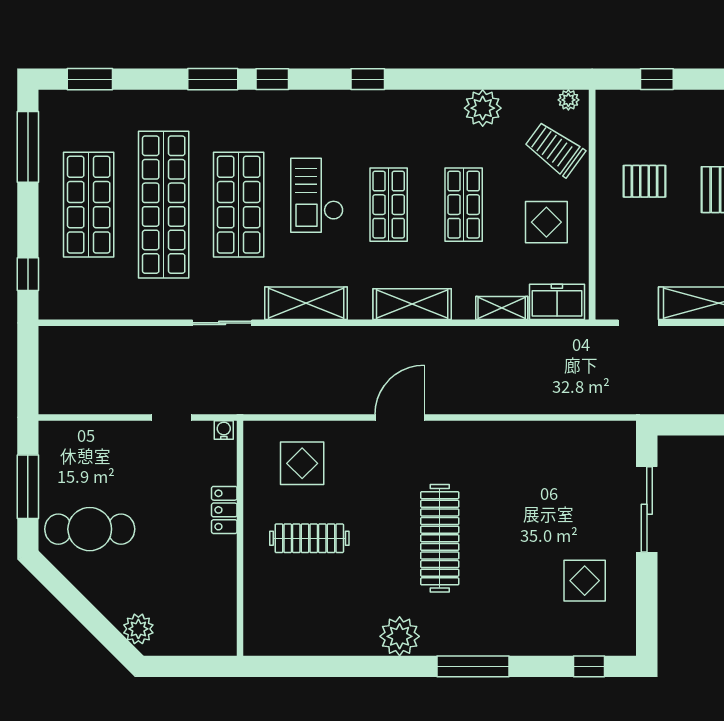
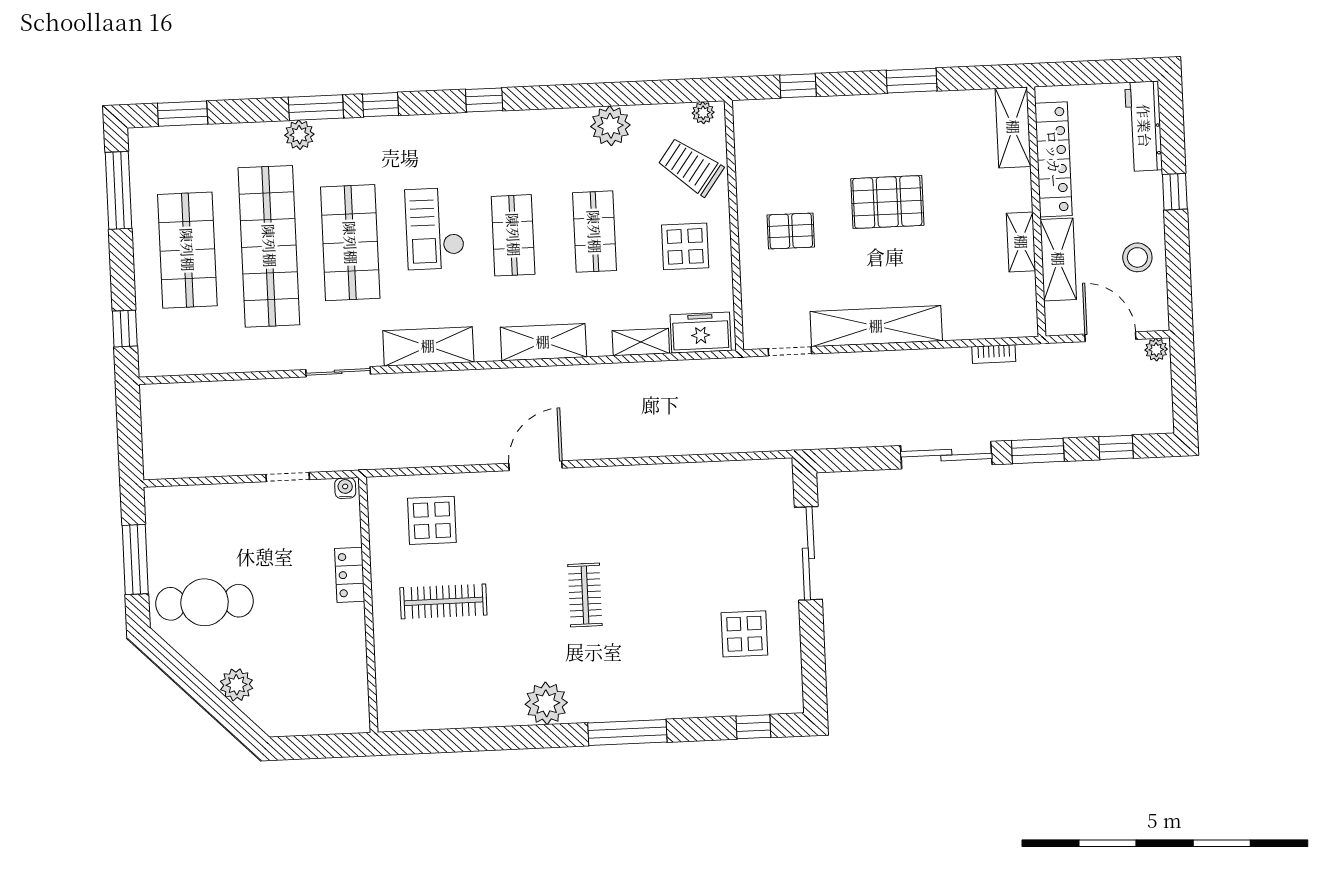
plant: (196, 103) -> (299, 135), added
pallet: (645, 181) -> (791, 231), moved
clothes rail: (440, 538) -> (585, 595), width x0.54, depth x0.76
plant: (138, 629) -> (237, 685), moved

